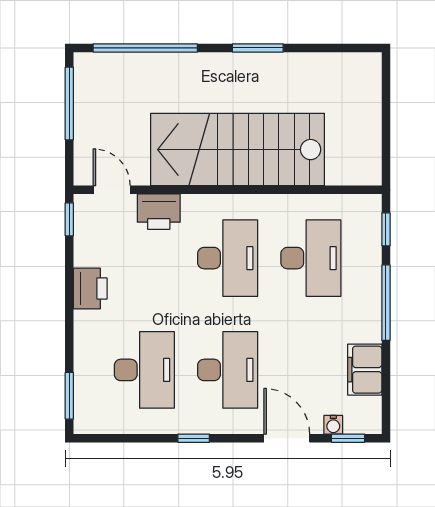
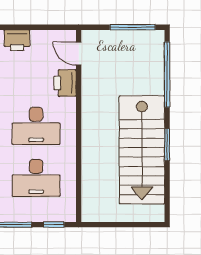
stairs: (238, 150) -> (142, 150), moved, turned 180
door: (112, 190) -> (79, 54), swing flipped
window: (69, 219) -> (60, 27), removed

